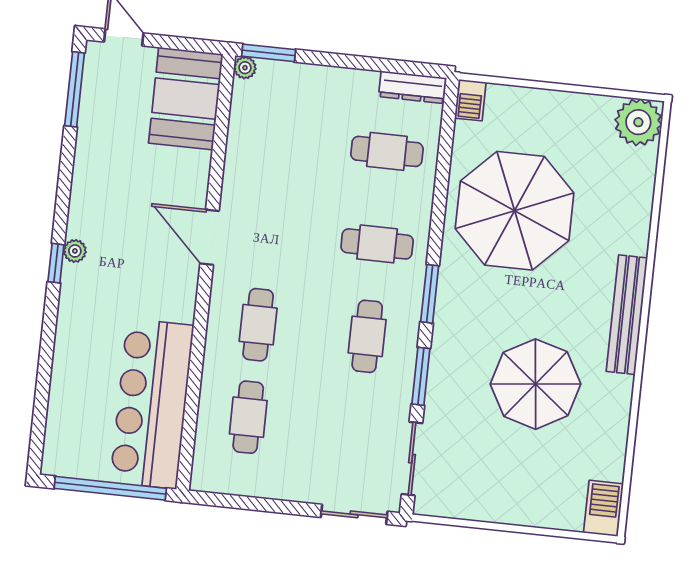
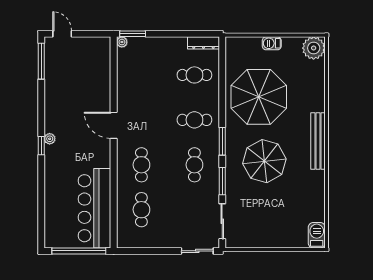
booth: (186, 99) -> (95, 60), removed
barbecue: (470, 100) -> (272, 43), moved, turned 90
parasol: (535, 384) -> (264, 161), moved

